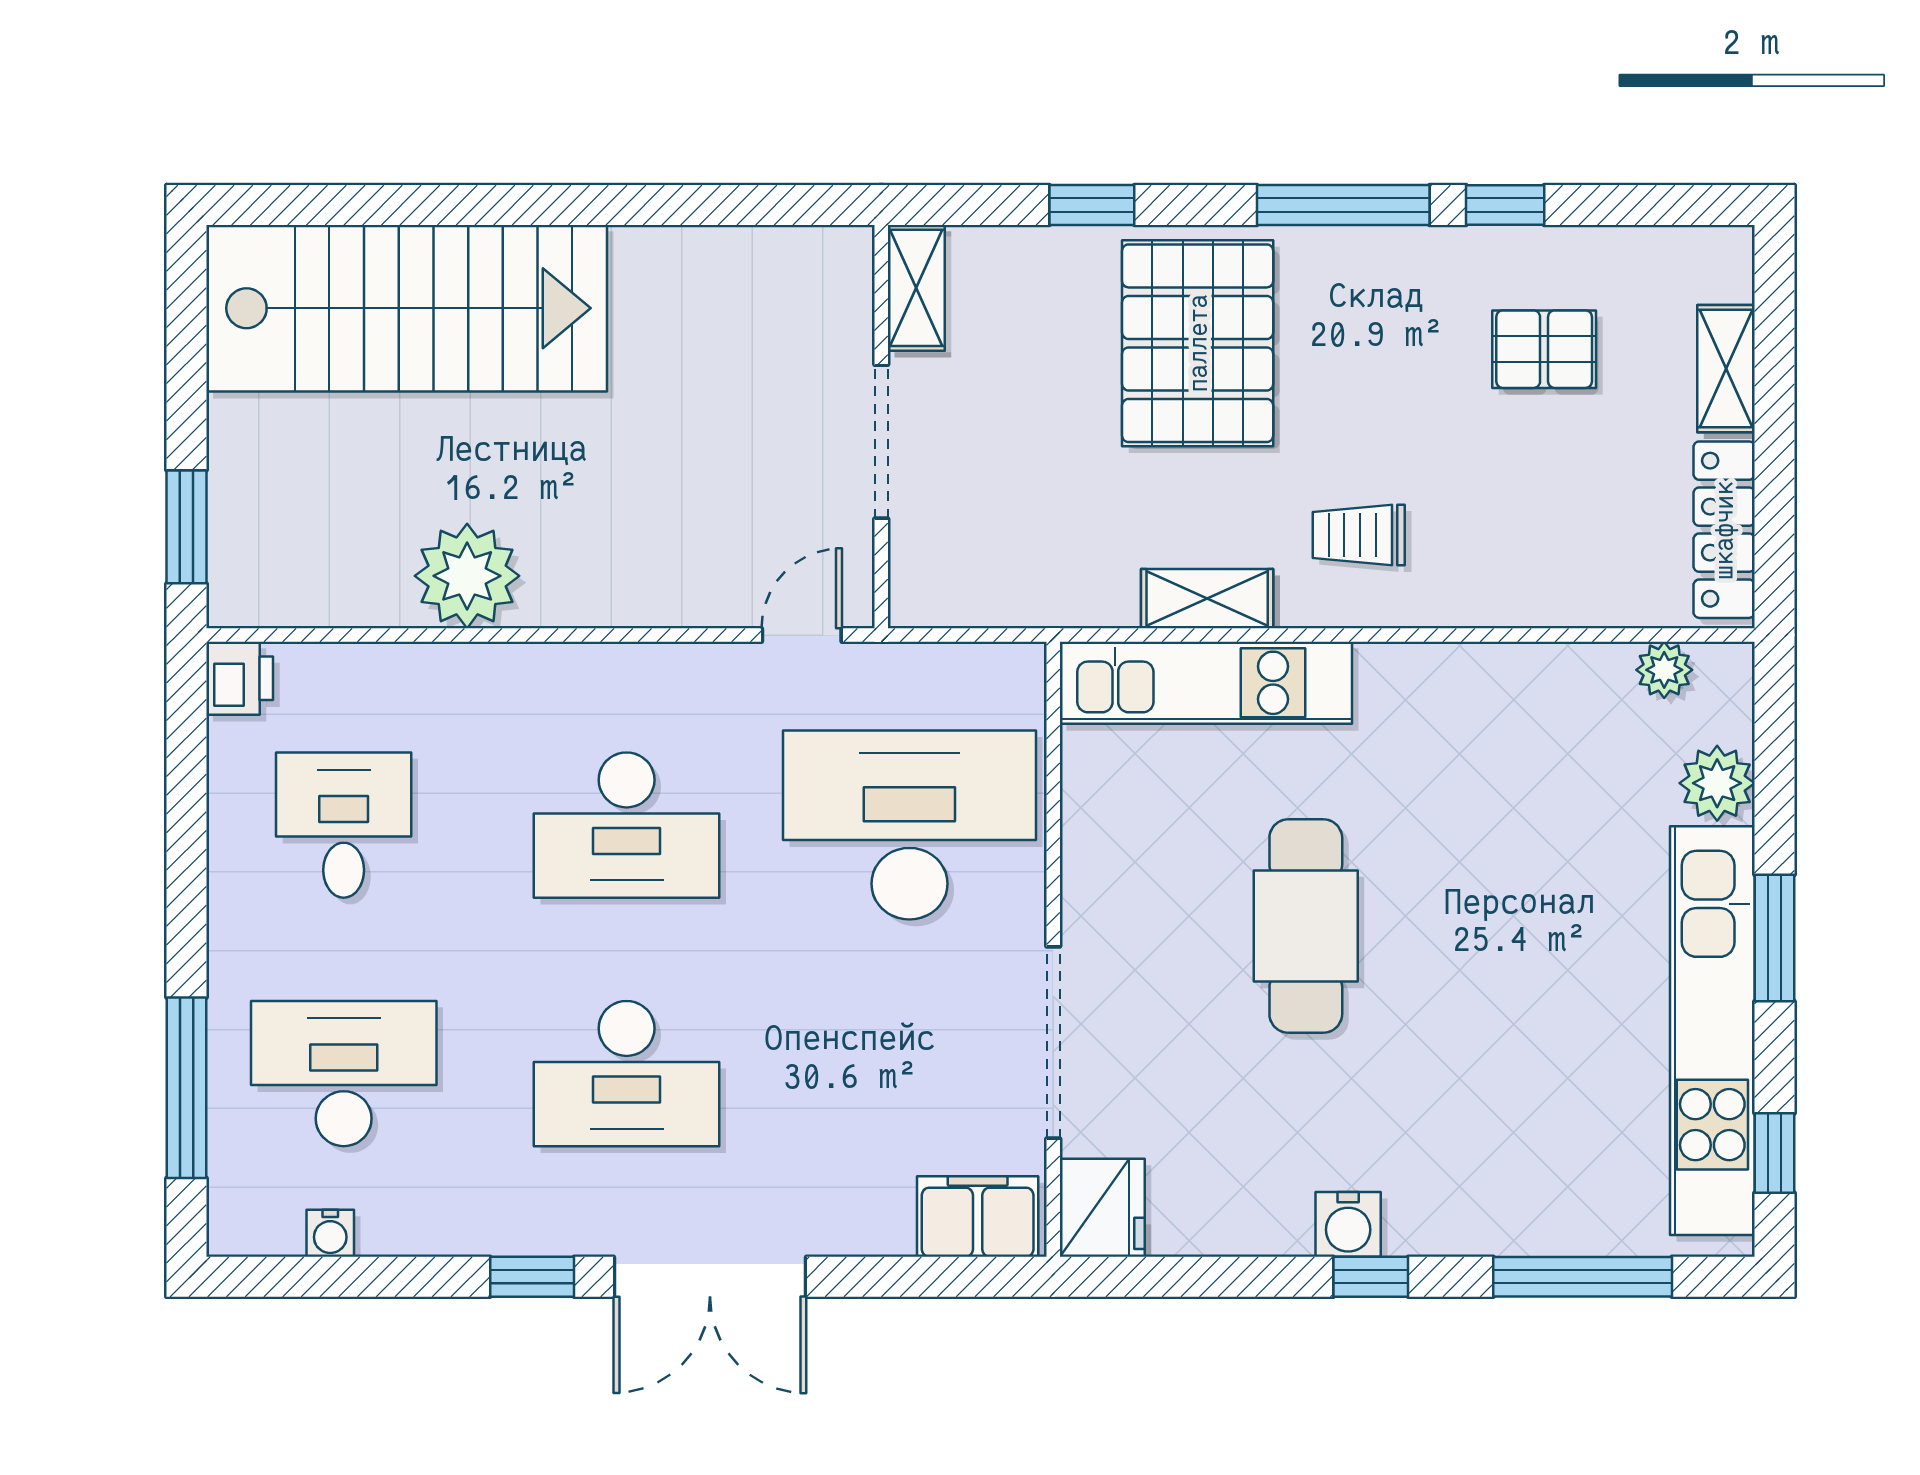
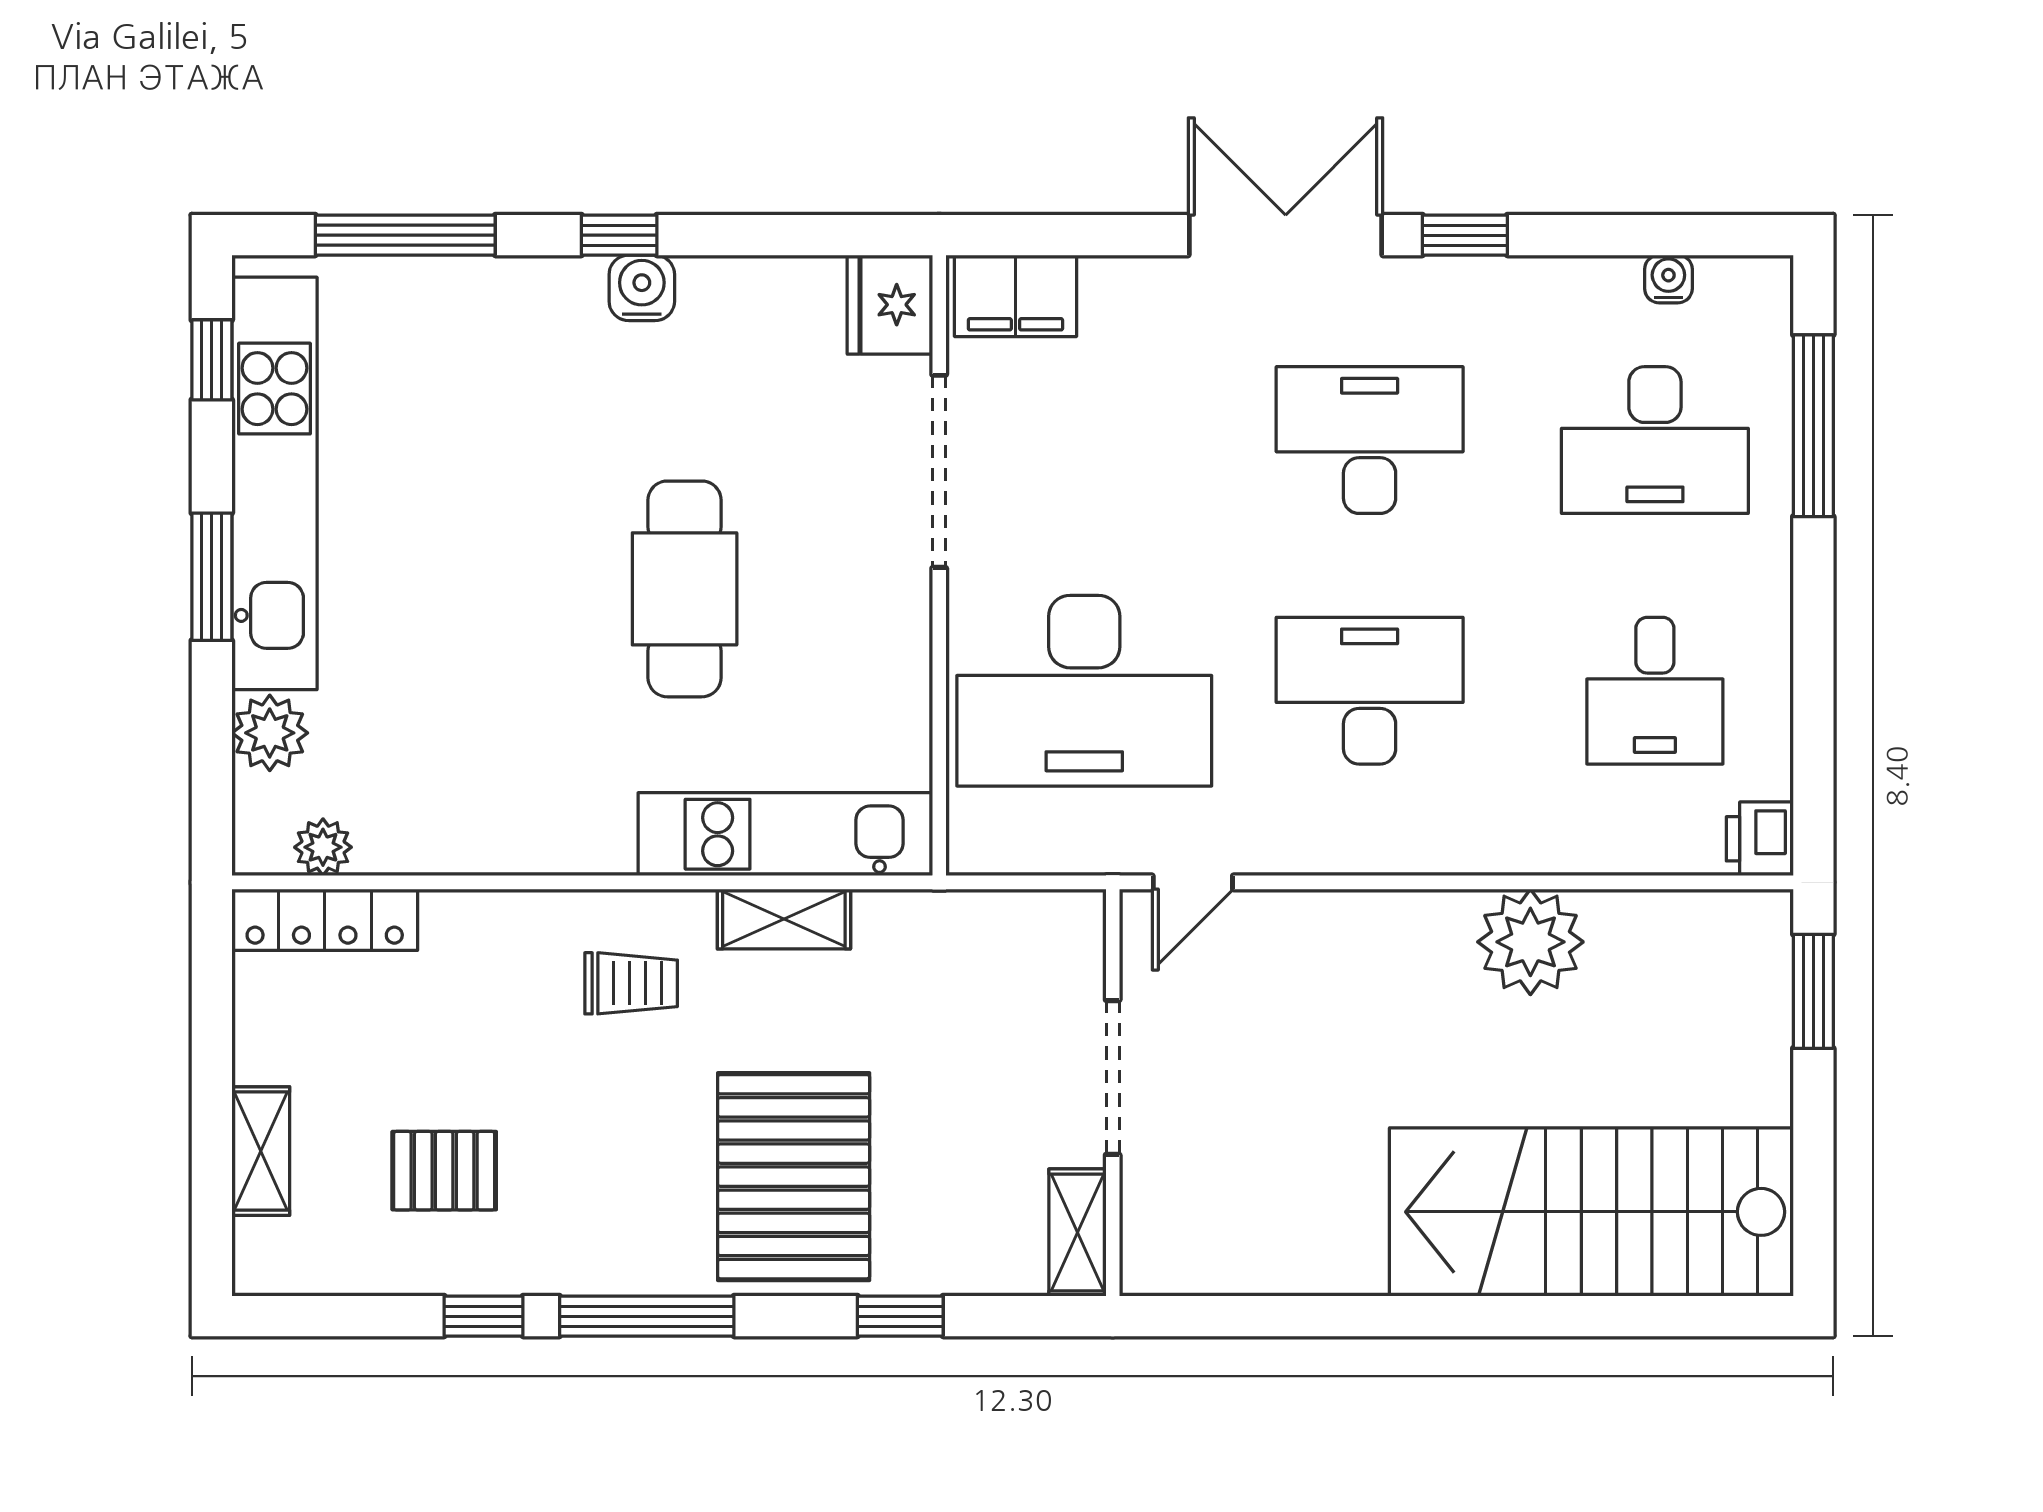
locker: (1724, 530) -> (325, 920), moved, turned 90

